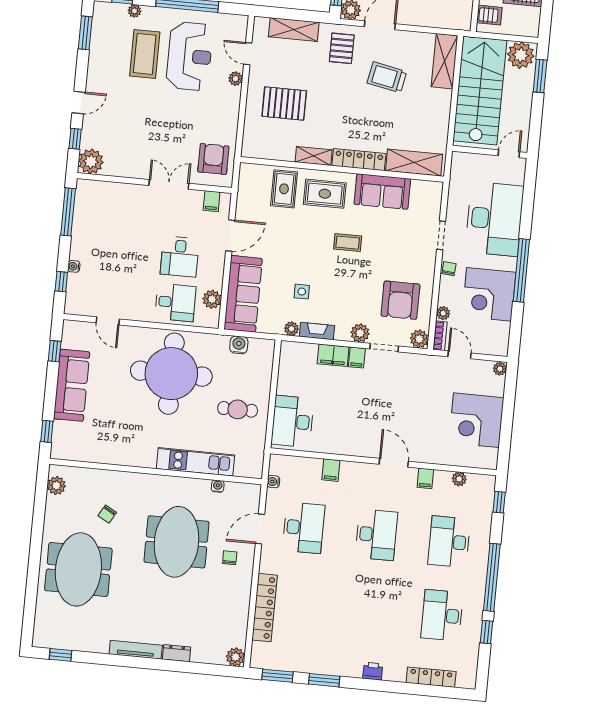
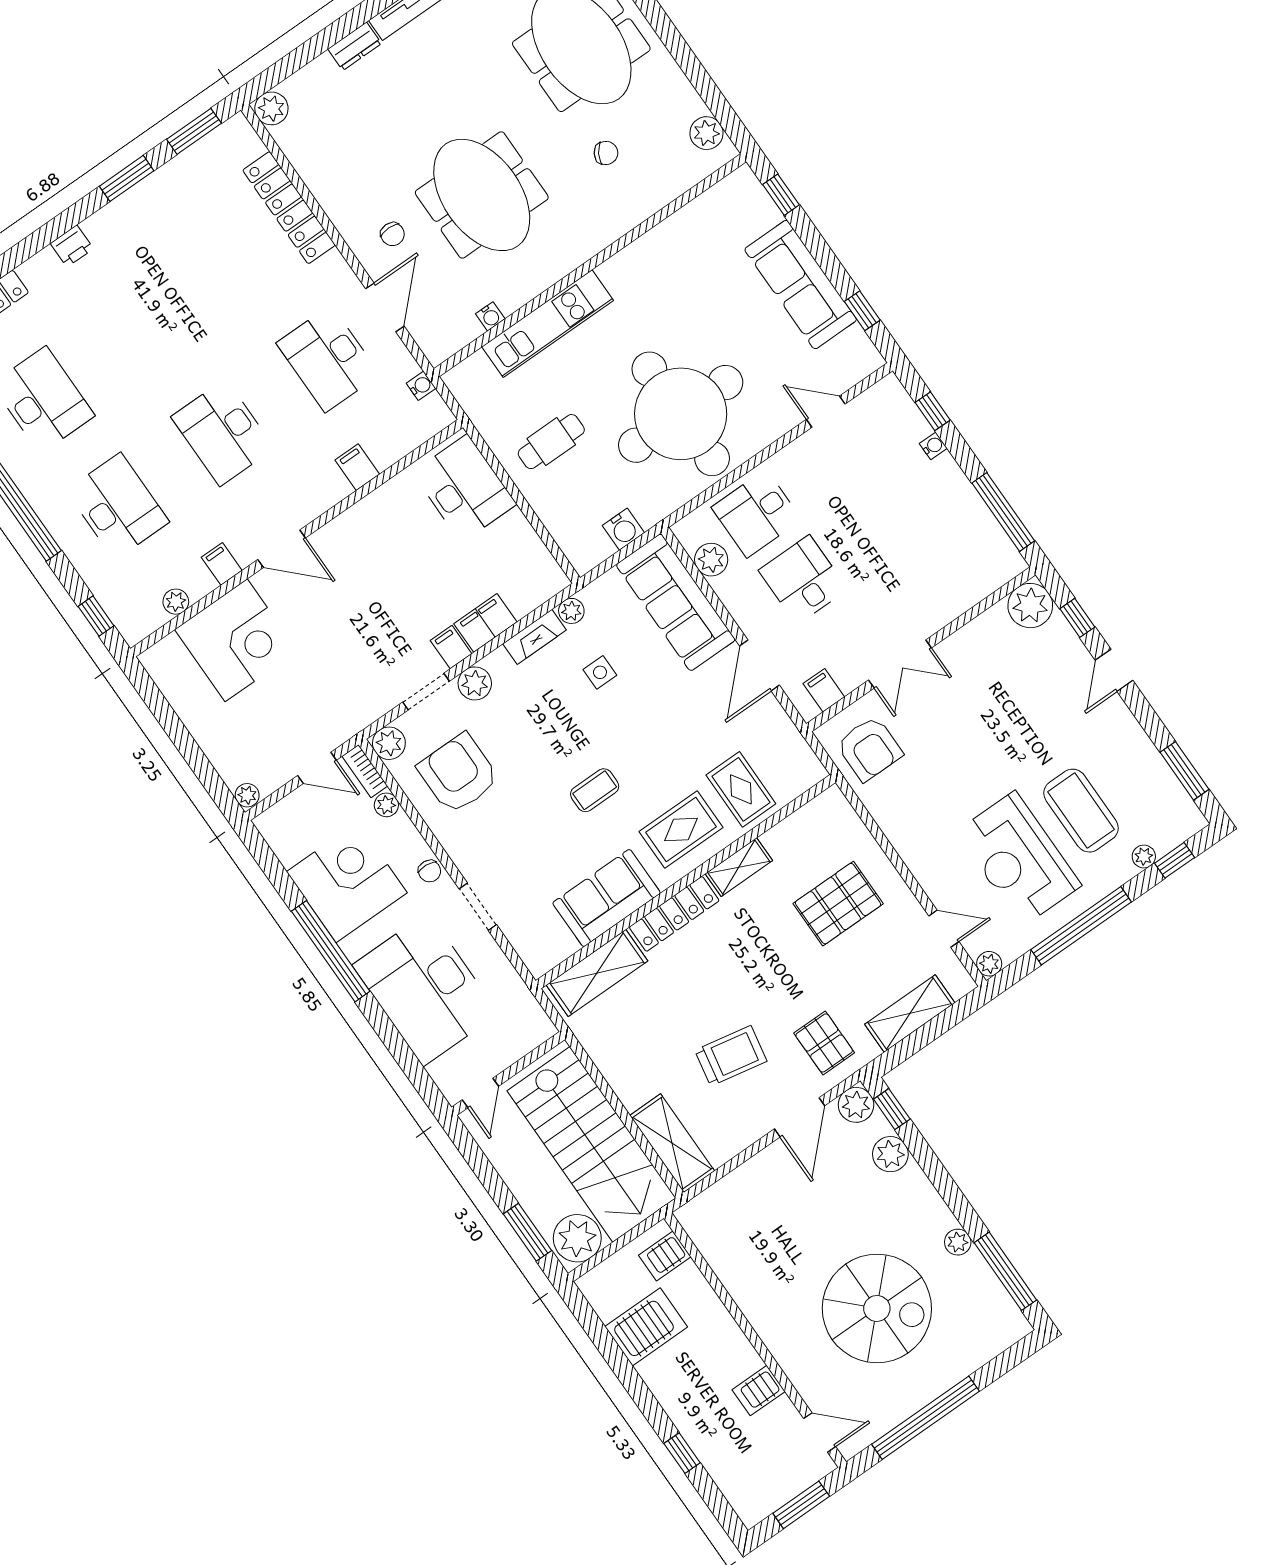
plant: (236, 79) -> (989, 964), moved
corner desk: (476, 420) -> (236, 640), moved, turned 90
chair: (107, 514) -> (606, 153), turned 92

